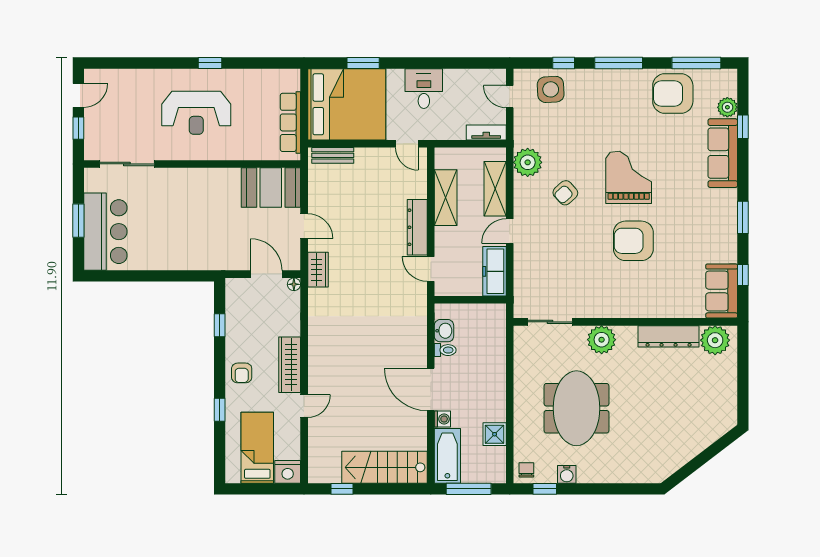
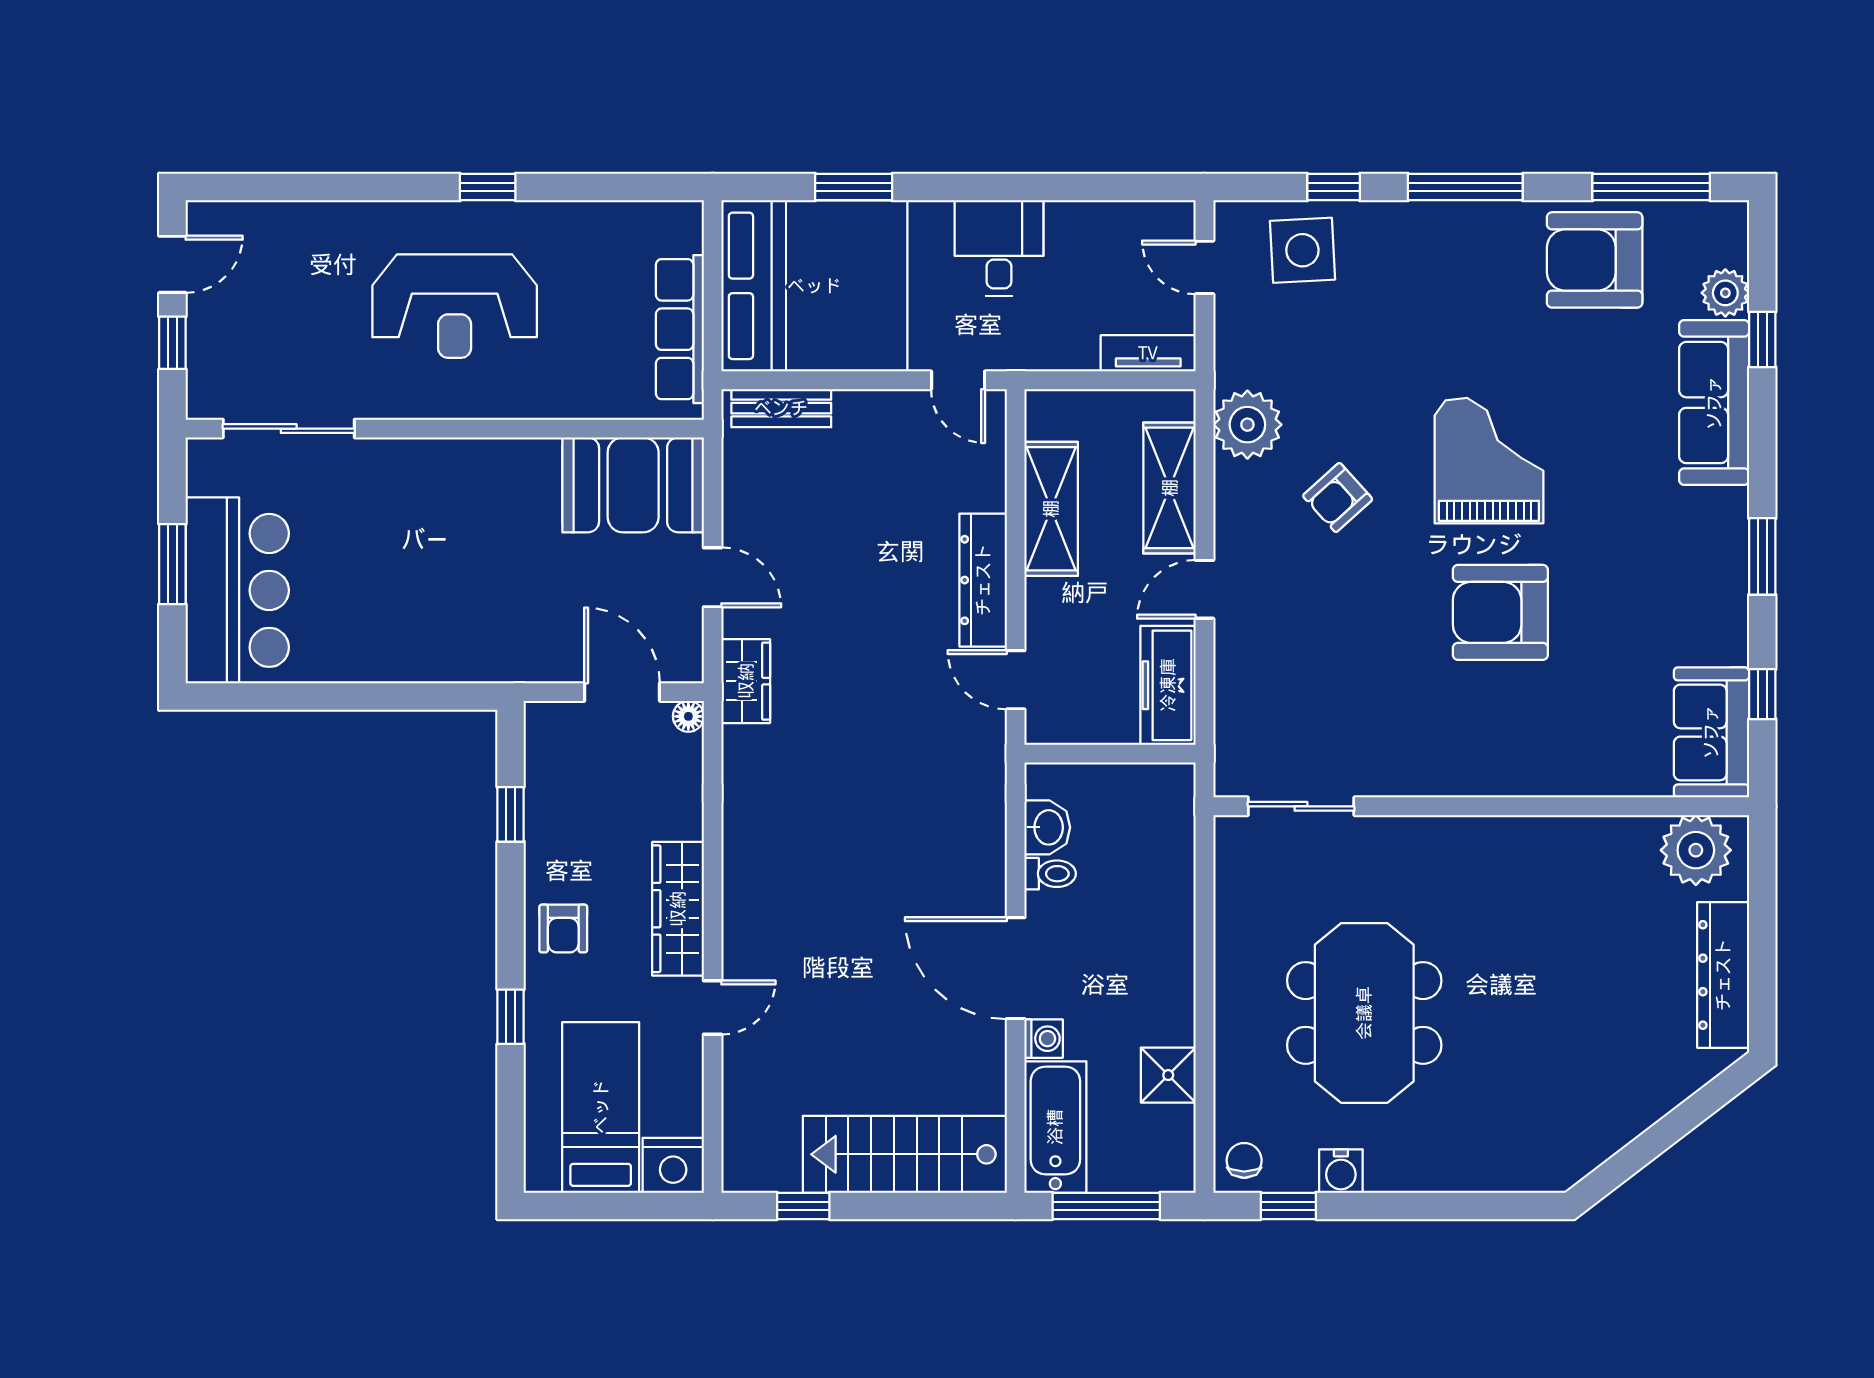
dresser: (669, 336) -> (1723, 975), moved, turned 90
plant: (602, 340) -> (1424, 849), removed

